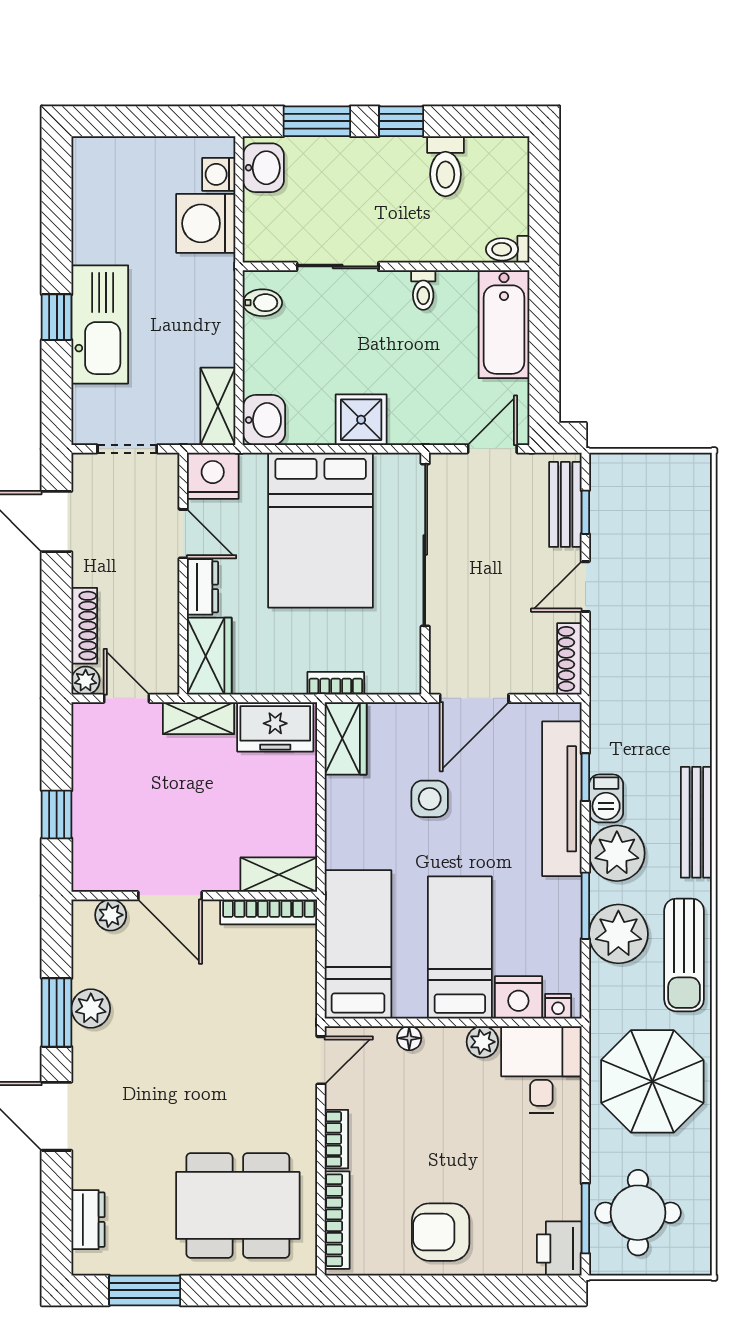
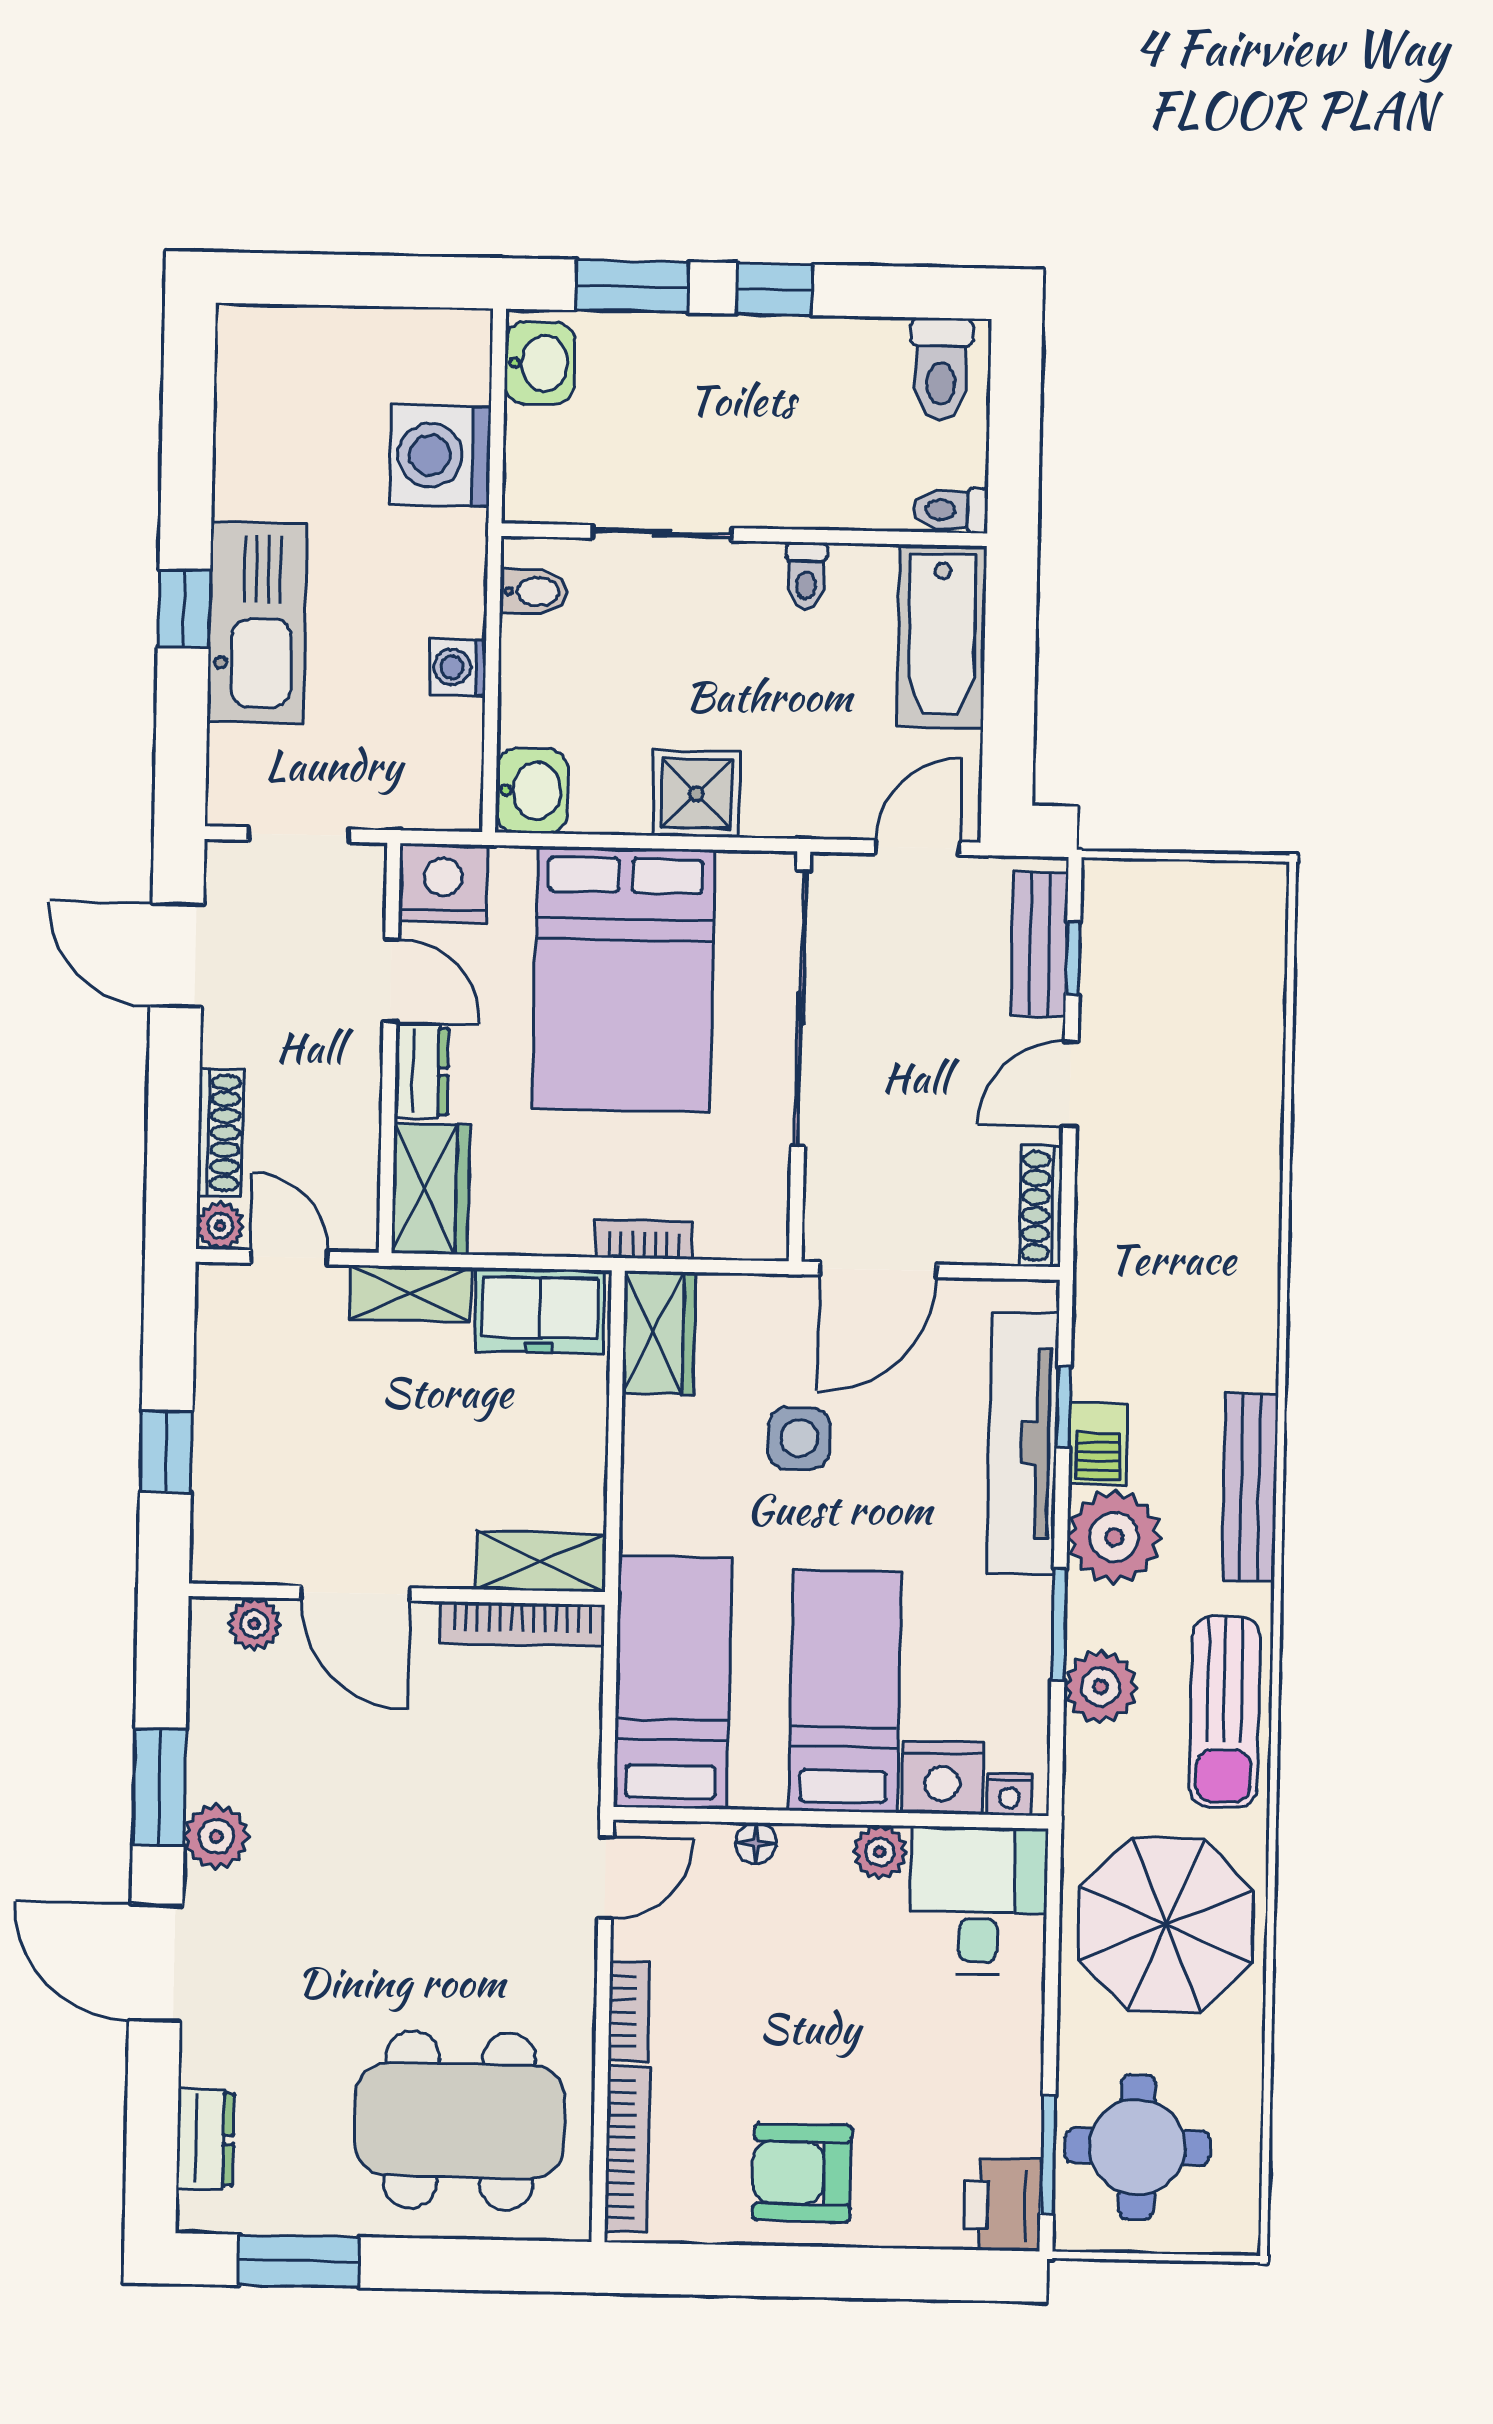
toilet: (445, 166) -> (941, 369), moved
washing machine: (219, 174) -> (458, 667), moved
shelving: (218, 406) -> (454, 766), removed
plant: (618, 934) -> (1101, 1687), width x0.73, depth x0.73
plant: (91, 1008) -> (216, 1837), moved

